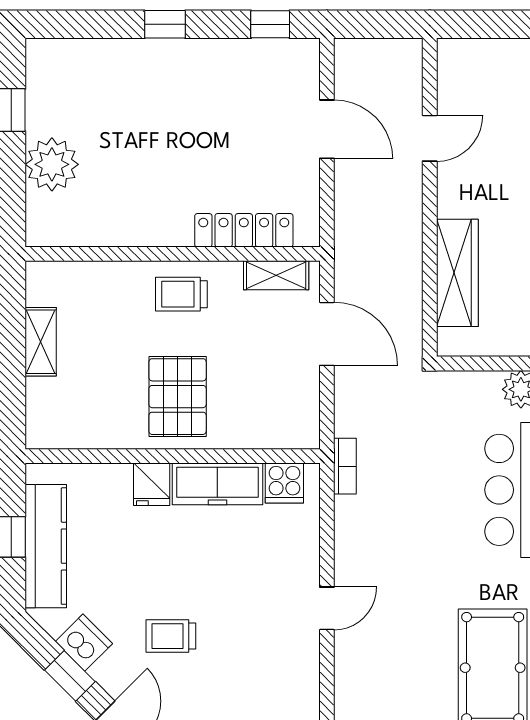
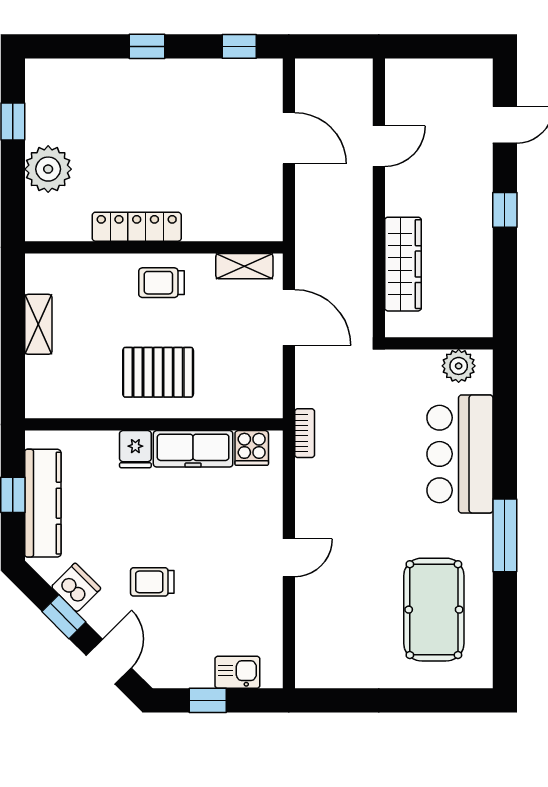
locker: (244, 230) -> (137, 227), moved
pallet: (178, 397) -> (158, 372), turned 90

